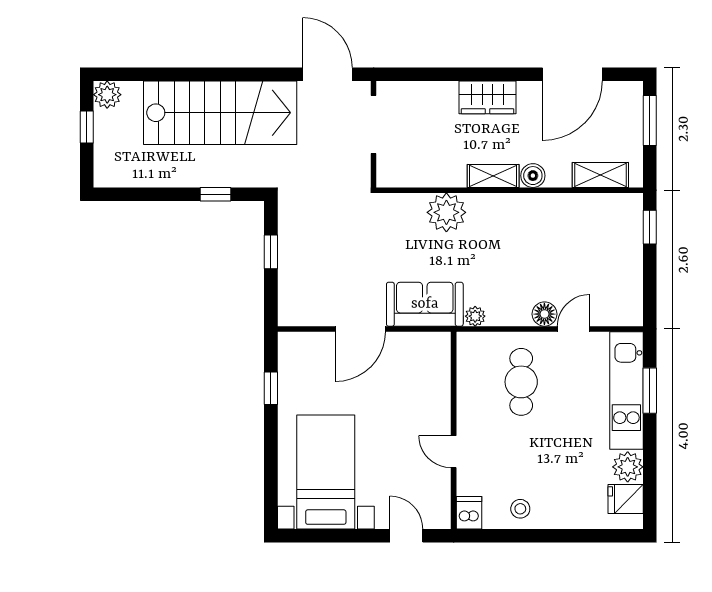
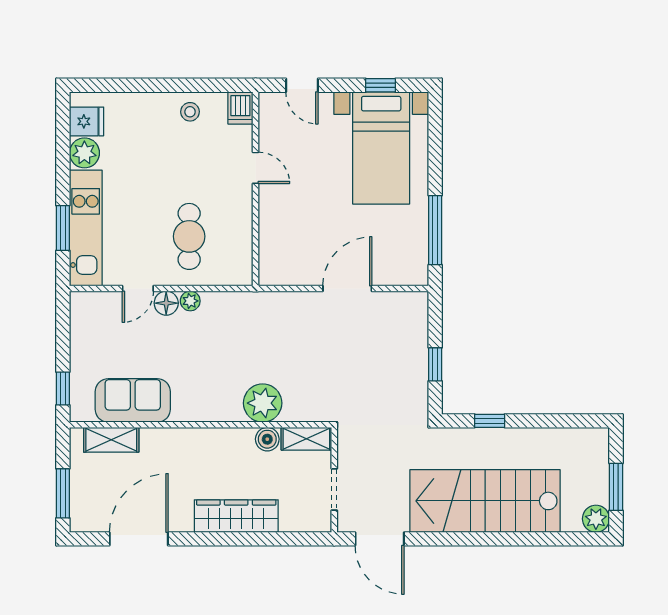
wardrobe: (487, 97) -> (236, 516), width x1.50
doorway: (374, 124) -> (334, 489), width x0.73
window: (87, 127) -> (616, 487), width x1.50
shelving: (493, 176) -> (306, 439), moved
boiler: (533, 176) -> (267, 439), moved
sofa: (425, 304) -> (133, 400), moved, turned 180
plant: (475, 316) -> (190, 301), moved
window: (271, 388) -> (435, 230), width x2.17
window: (326, 536) -> (381, 85), added

